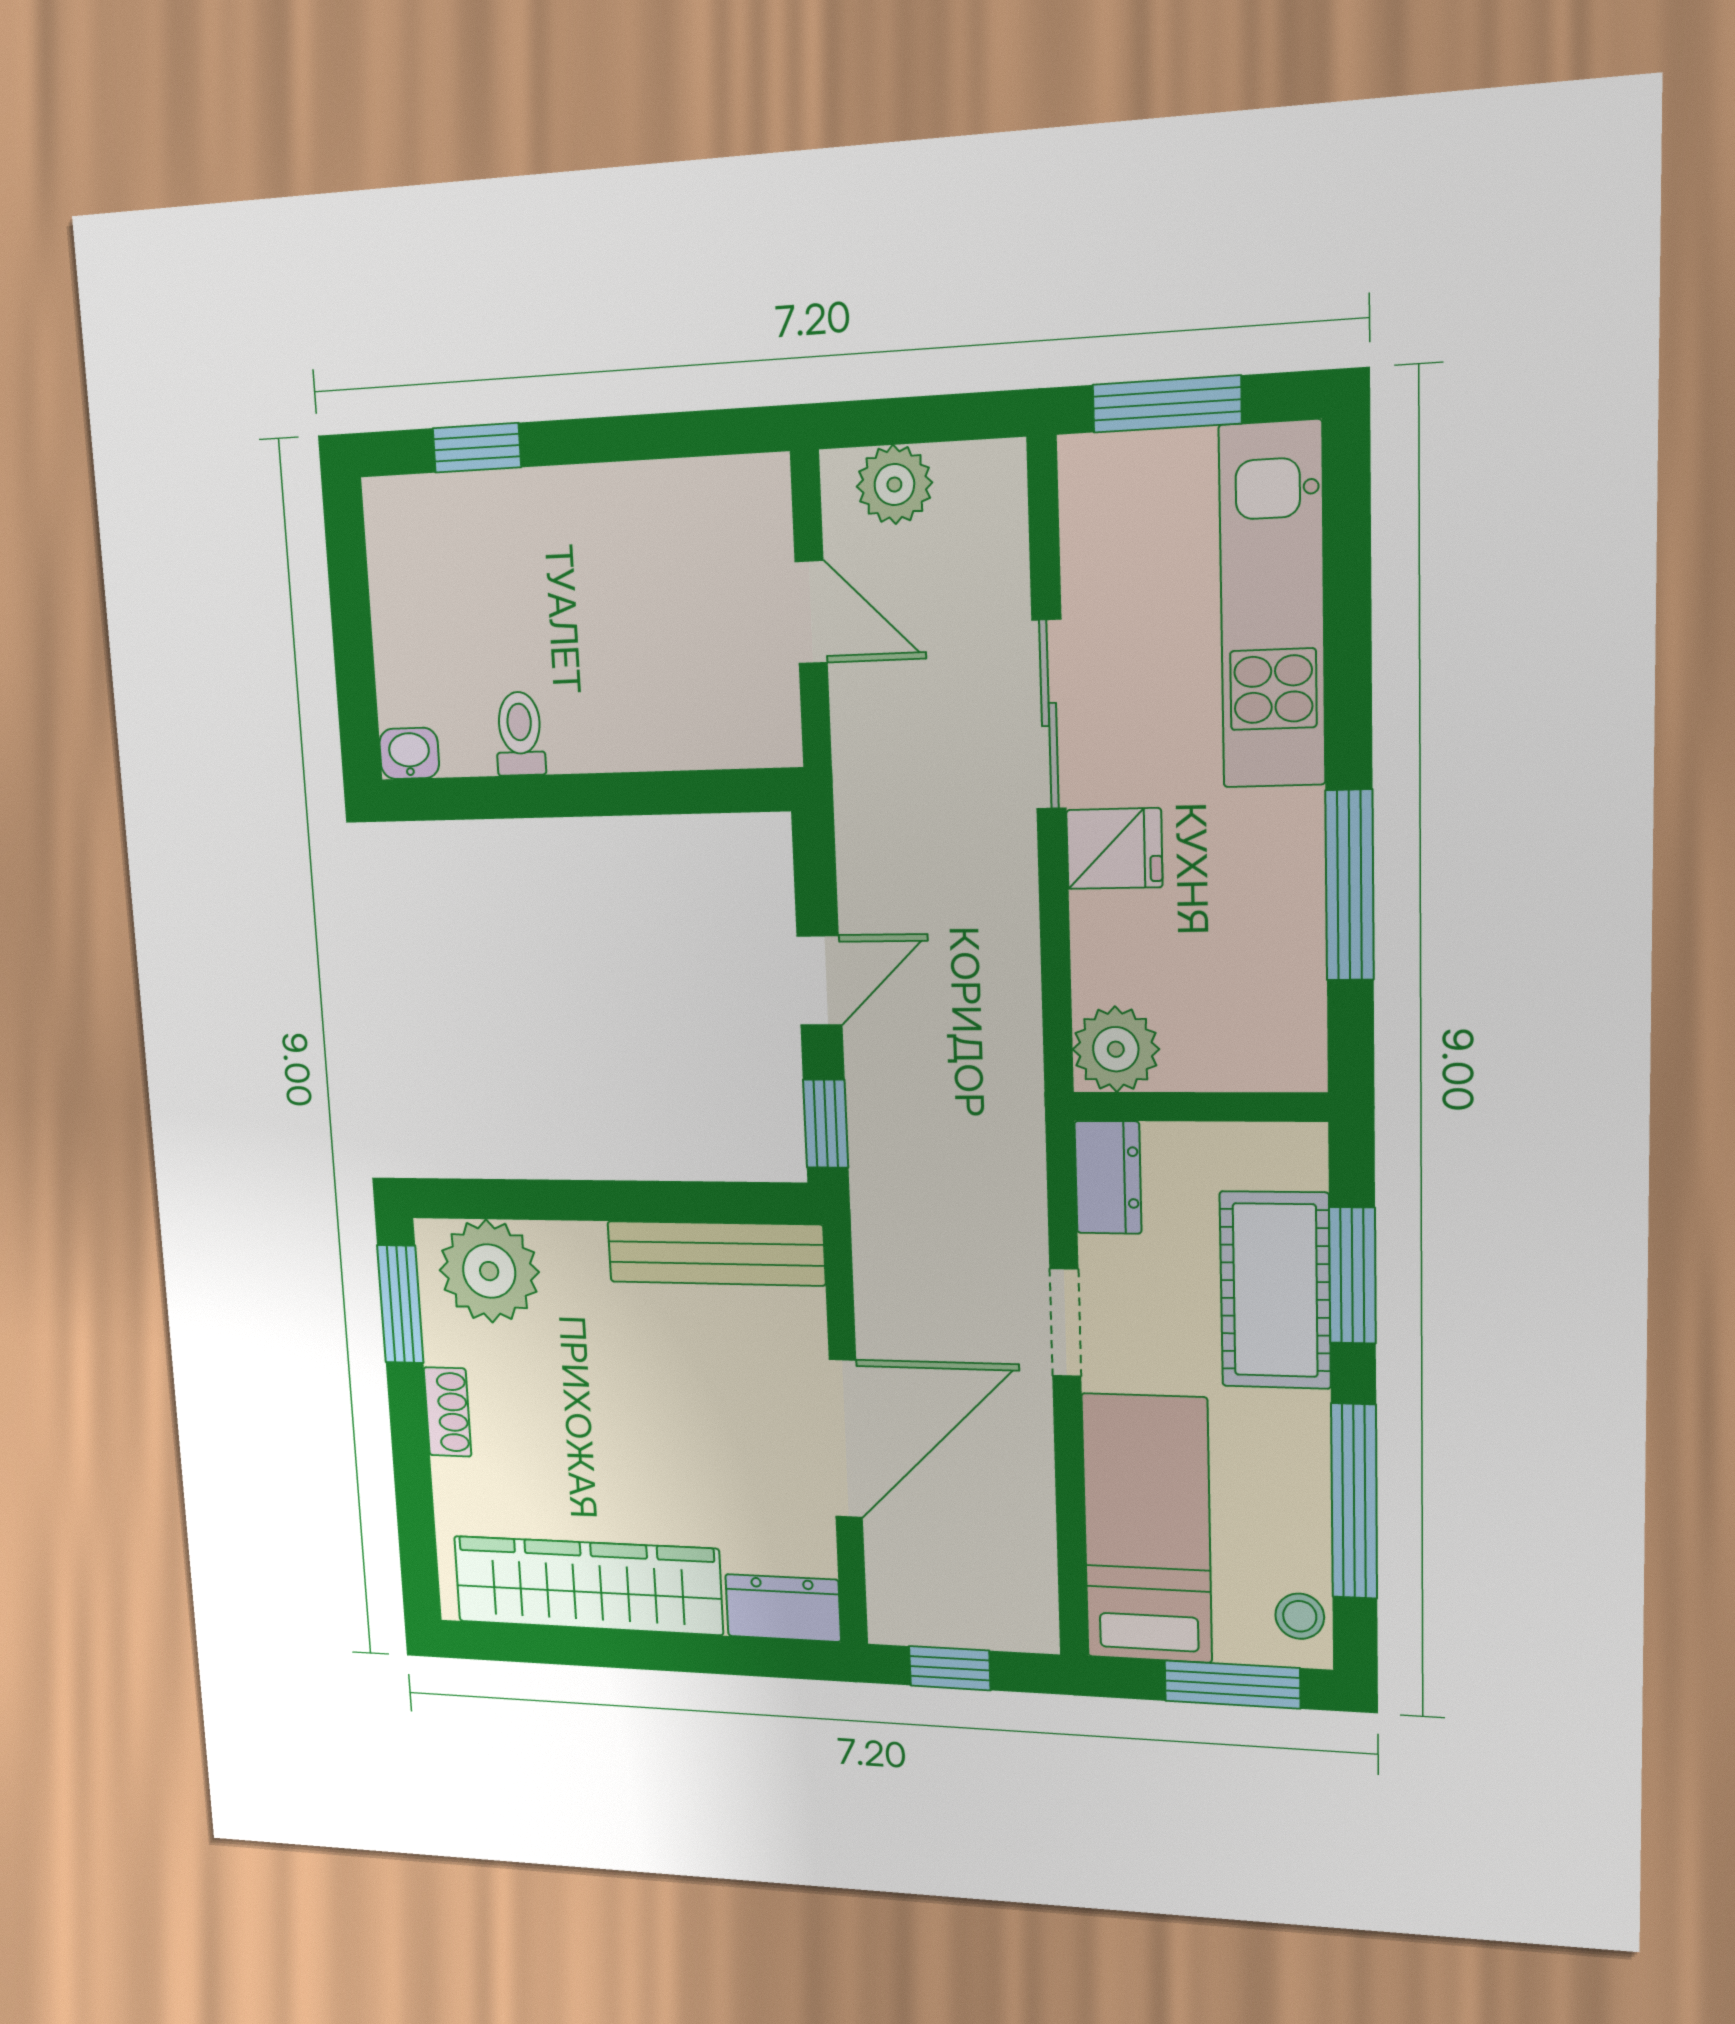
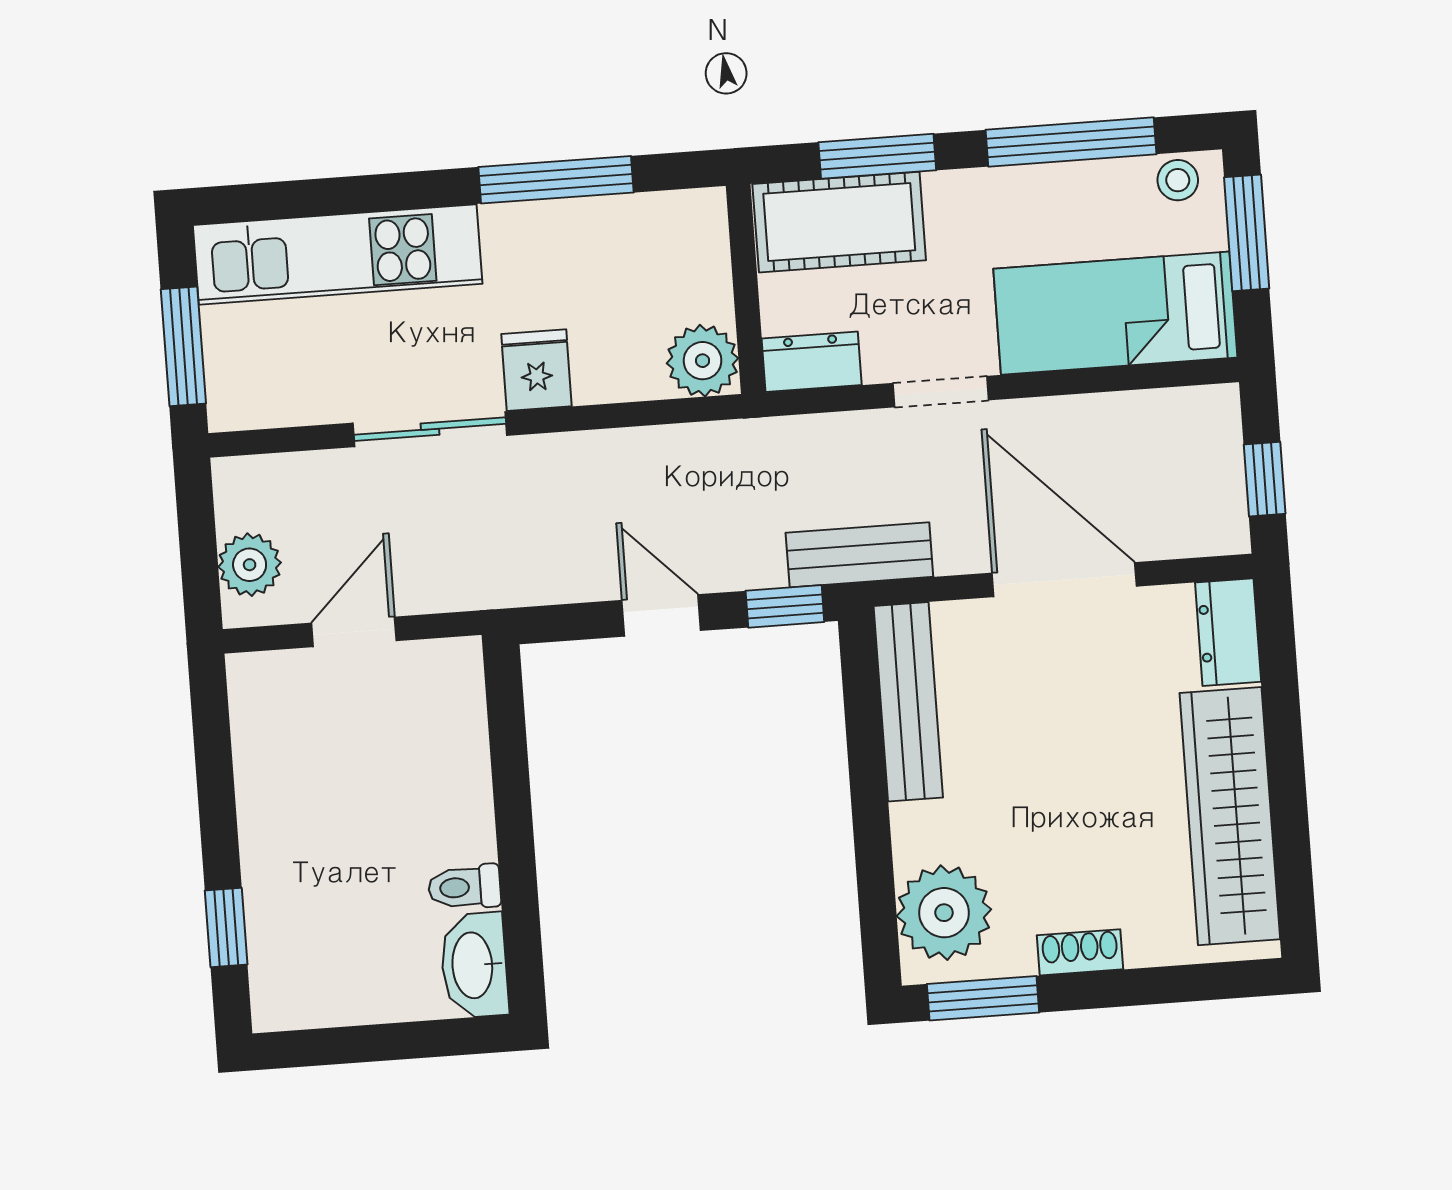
washbasin: (409, 753) -> (474, 965), width x1.91, depth x1.45
bench: (881, 1213) -> (859, 555), added
cot: (1275, 1290) -> (839, 222), moved

